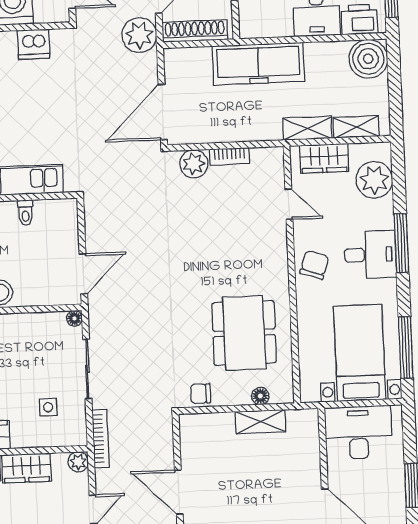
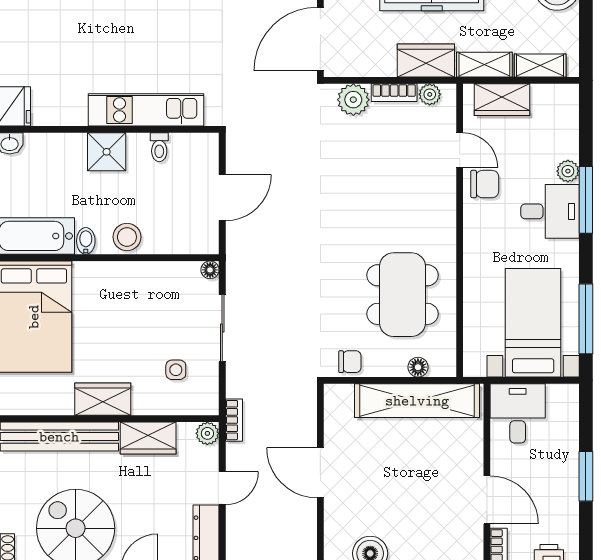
wardrobe: (256, 127) -> (426, 61), added
plant: (261, 156) -> (430, 94), added
plant: (374, 180) -> (568, 171), moved, width x0.53, depth x0.53
chair: (314, 265) -> (485, 184), moved, turned 71
door: (83, 274) -> (222, 198), moved
chair: (200, 394) -> (350, 362), turned 180
shelving: (261, 422) -> (417, 401), width x2.20, depth x1.33
desk: (358, 432) -> (518, 413), width x0.73
bookcase: (101, 439) -> (234, 420), width x0.64

